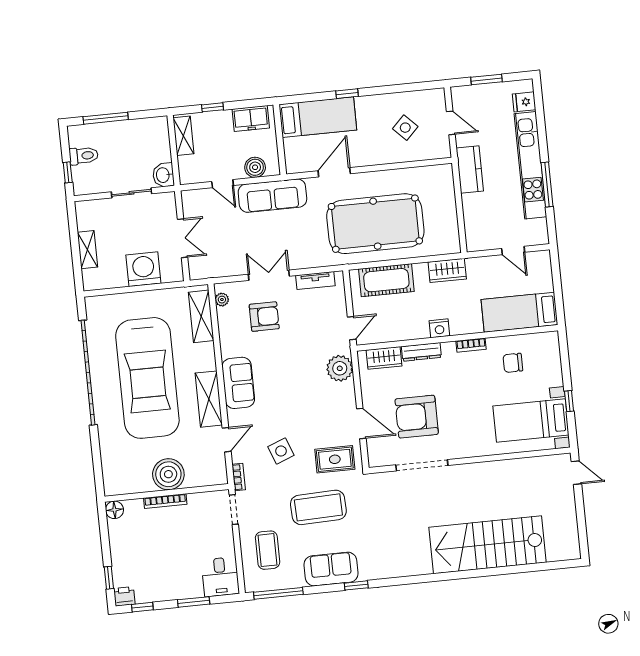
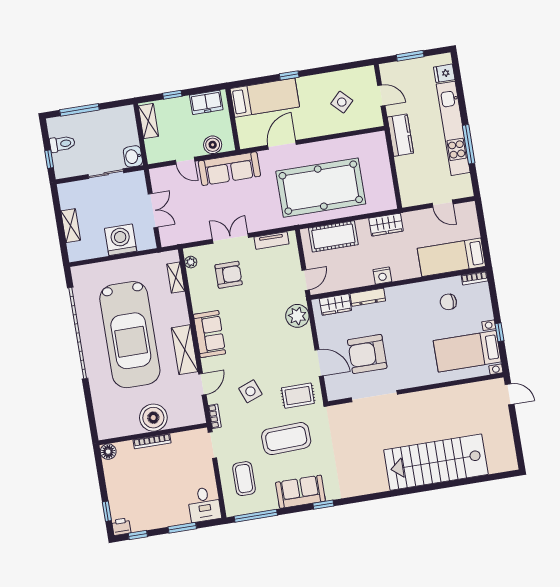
shelving: (201, 316) -> (176, 278), width x0.67, depth x0.75
bookcase: (471, 345) -> (475, 278), moved

